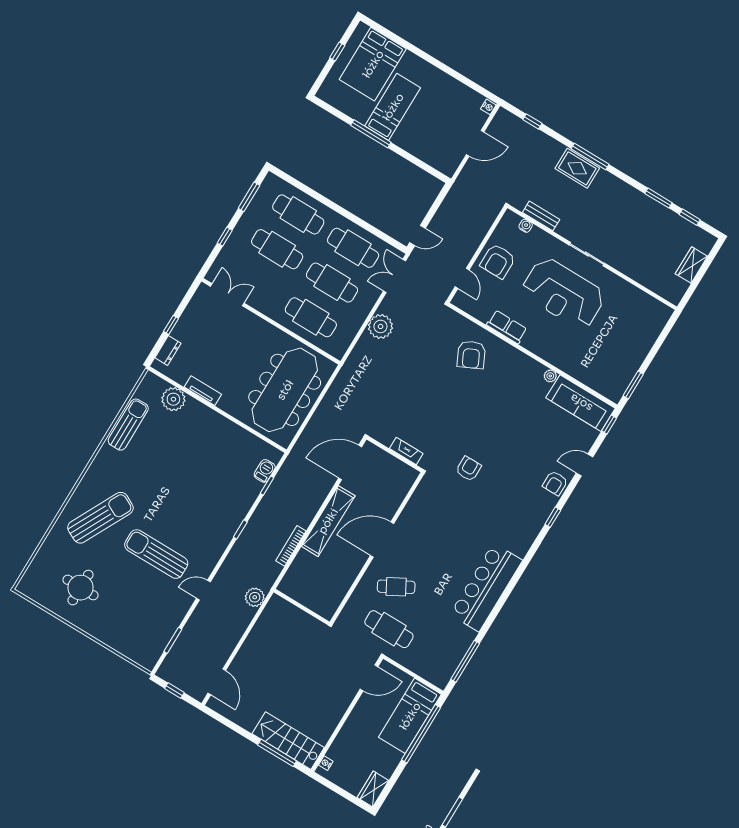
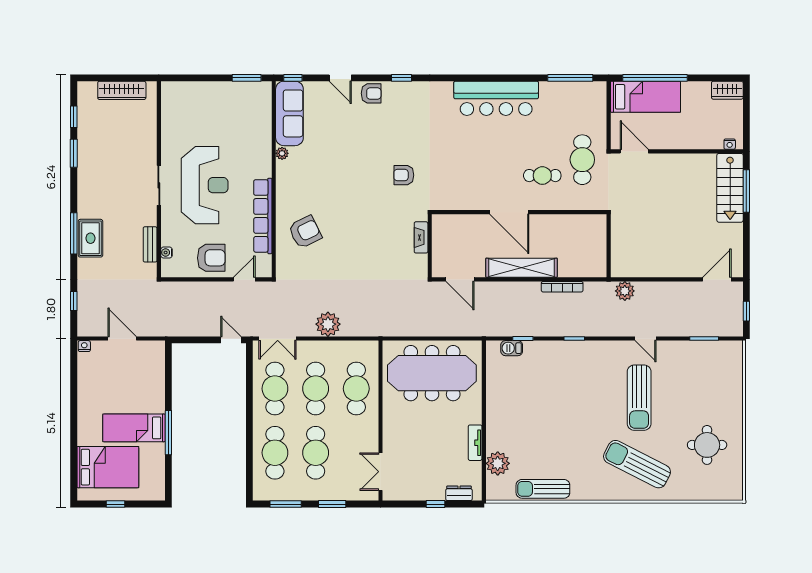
window: (225, 237) -> (332, 504), width x1.50
wardrobe: (691, 265) -> (122, 90), width x1.50
row of seats: (507, 327) -> (263, 216), width x2.02
door: (350, 462) -> (460, 279), width x0.73
cafe table: (396, 587) -> (542, 176), turned -61

